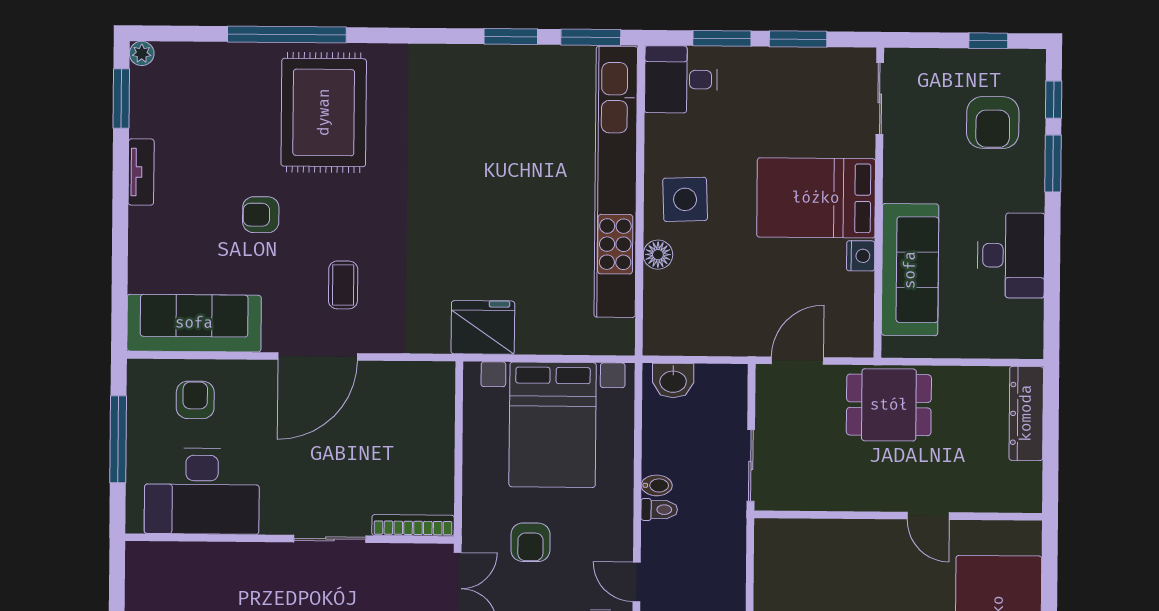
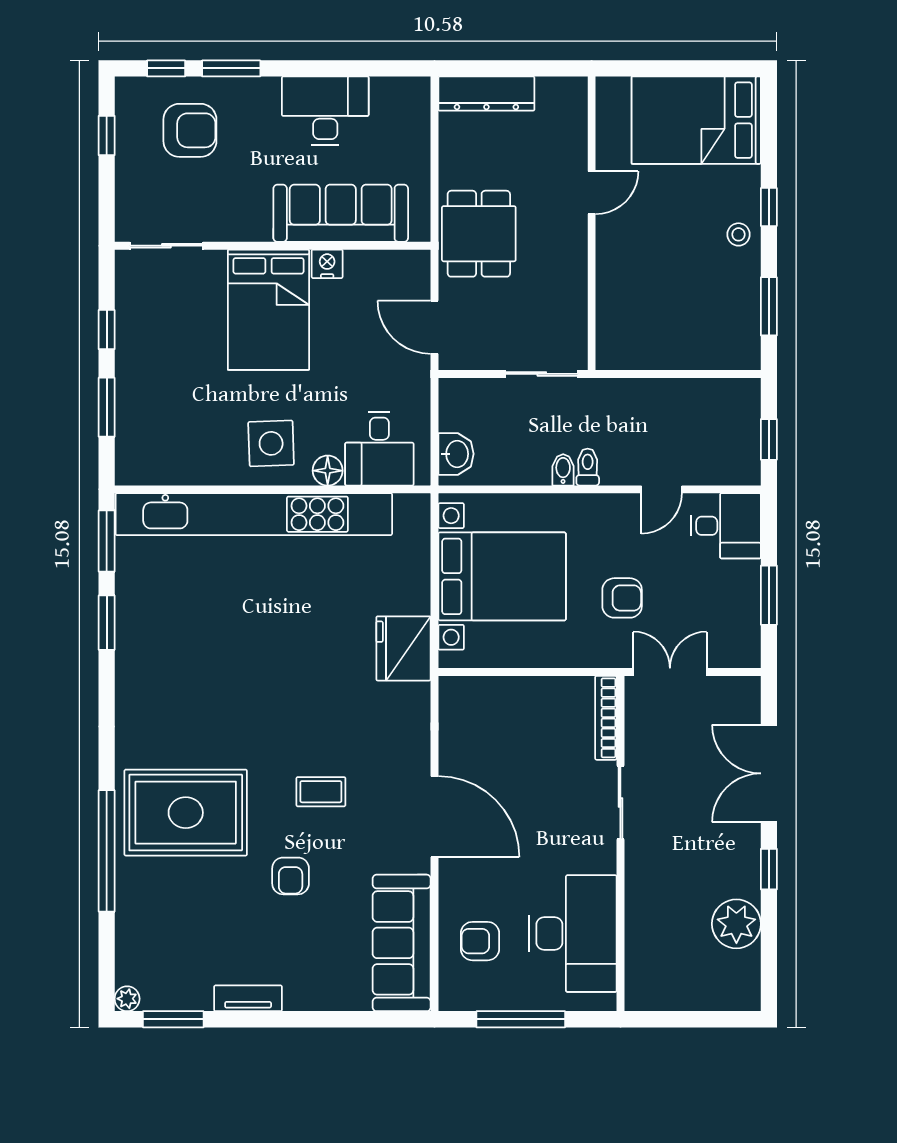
window: (798, 39) -> (107, 330), width x0.67
desk: (681, 79) -> (379, 449), moved
coffee table: (343, 285) -> (321, 792), moved

